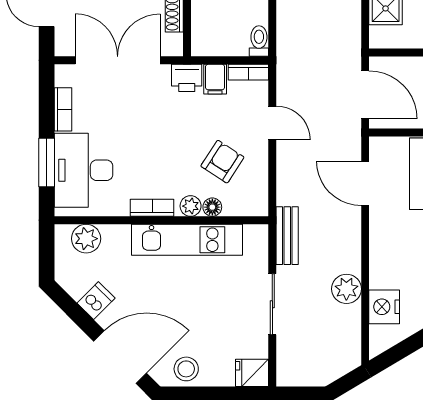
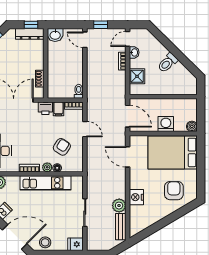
bench: (287, 236) -> (121, 227), moved
nightstand: (384, 307) -> (136, 197), moved

